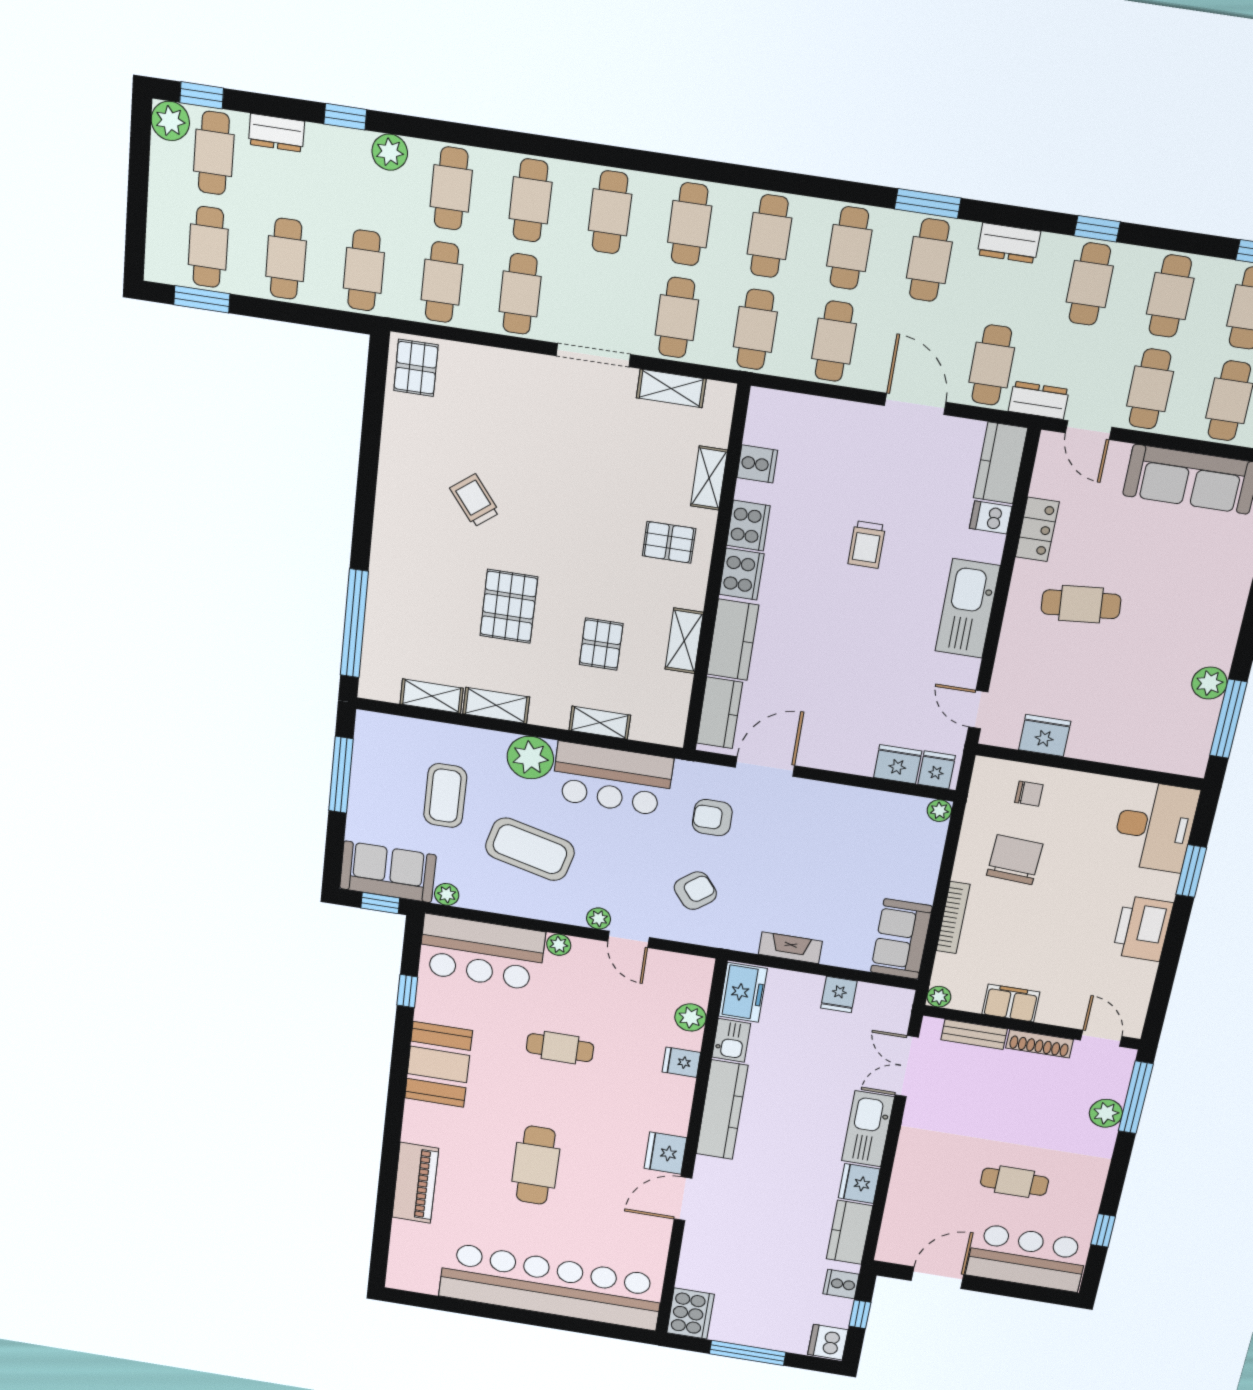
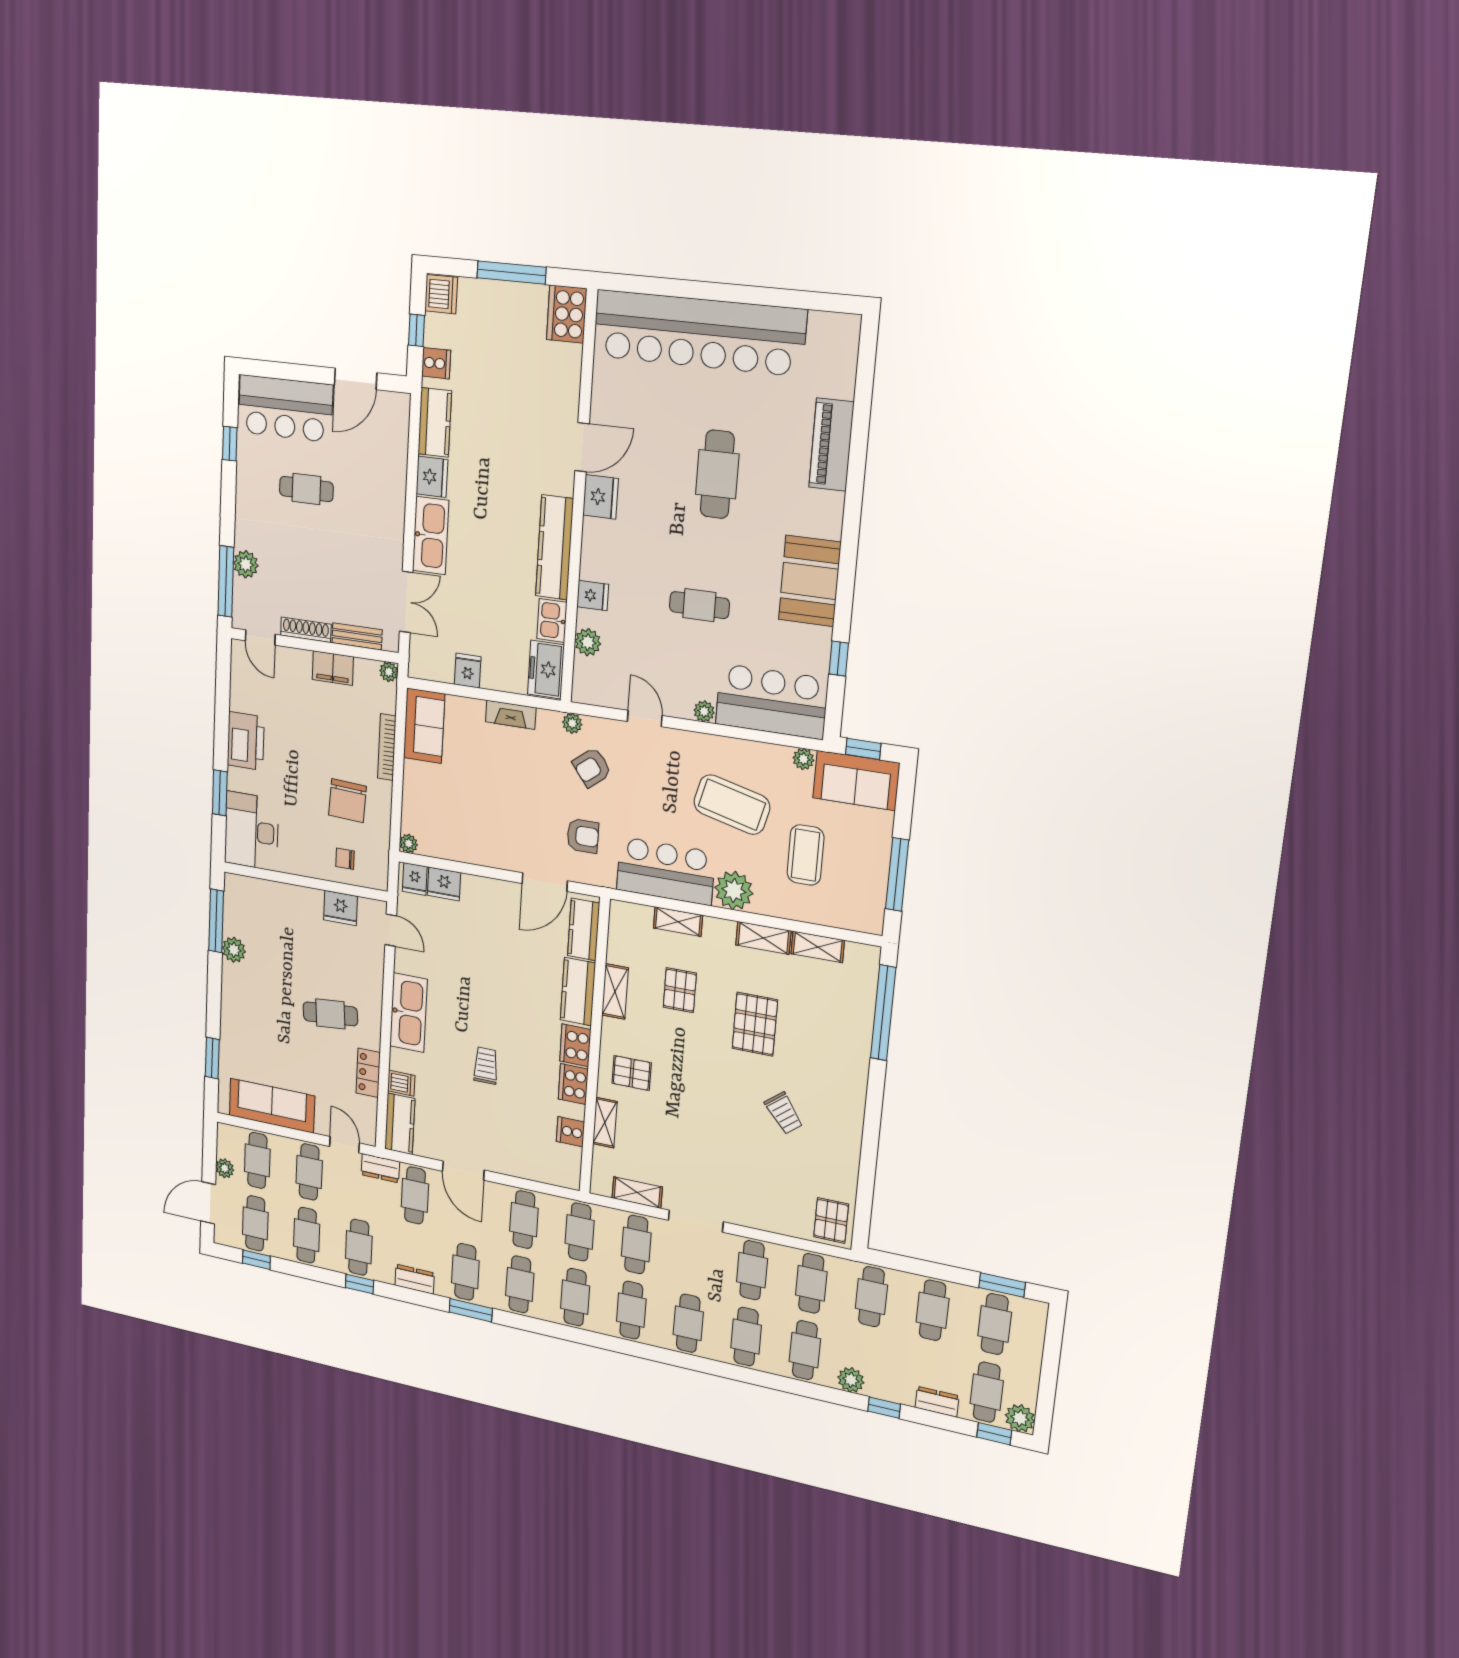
plant: (599, 919) -> (572, 723), moved

